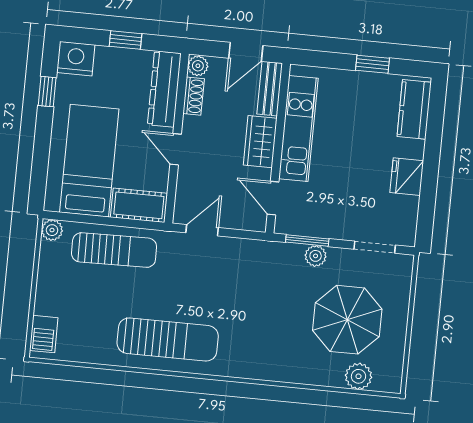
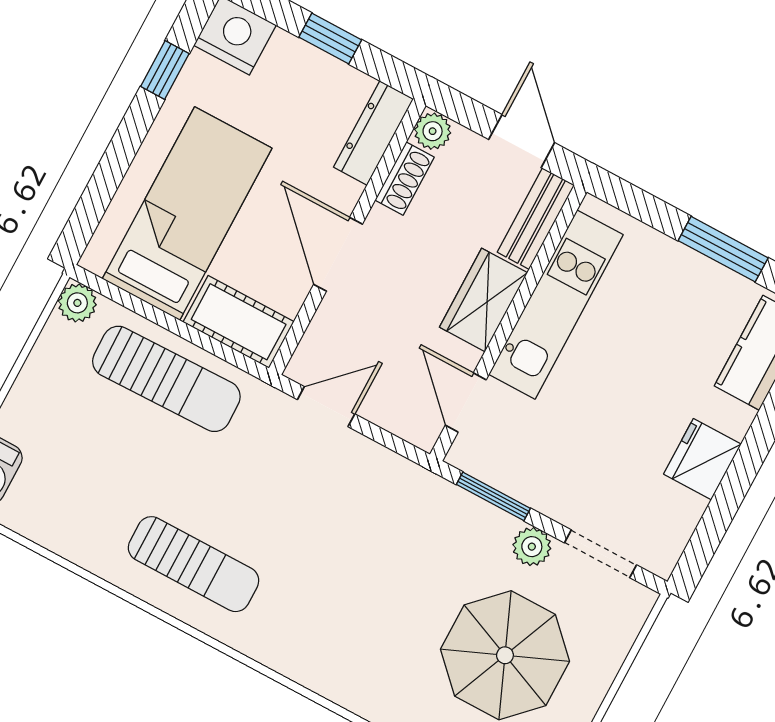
door: (246, 52) -> (522, 141), swing flipped
window: (373, 64) -> (723, 249), width x1.50
dresser: (164, 89) -> (374, 133), width x0.73, depth x0.80
door: (176, 149) -> (338, 254), width x1.38
plant: (316, 256) -> (532, 547), moved
sun lounger: (168, 339) -> (194, 564), width x0.73, depth x0.75

